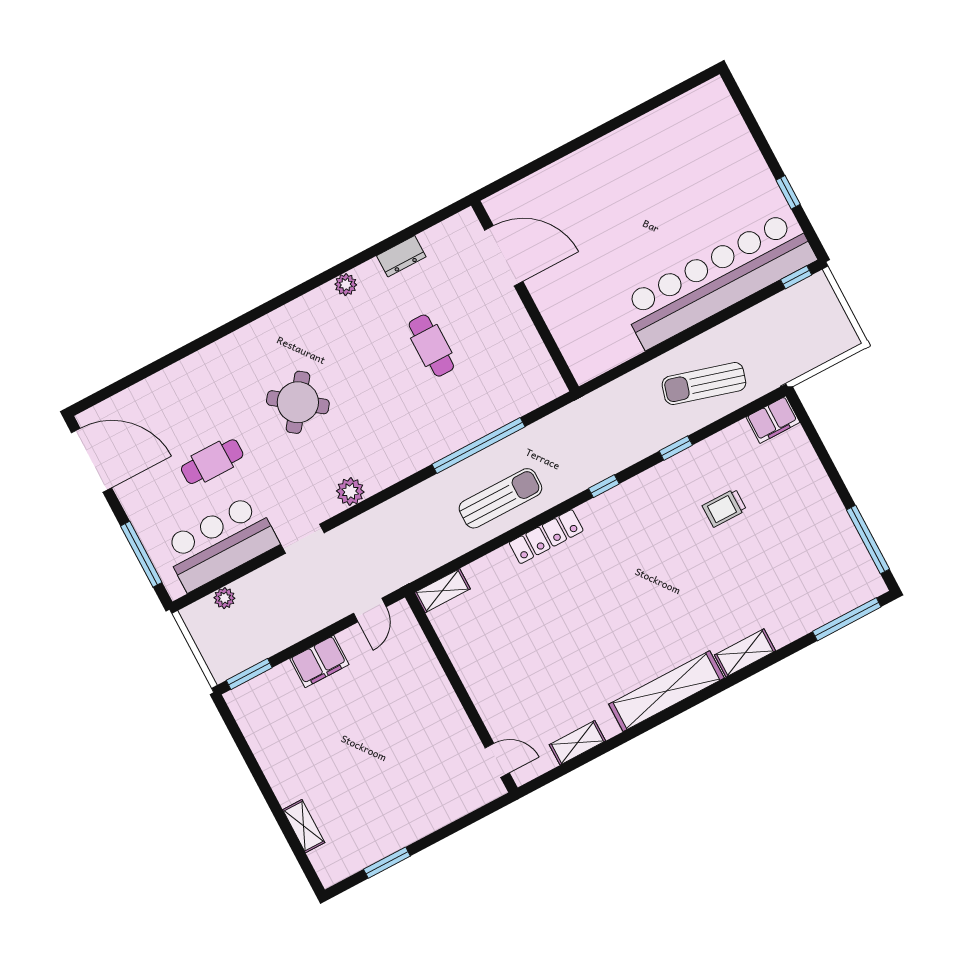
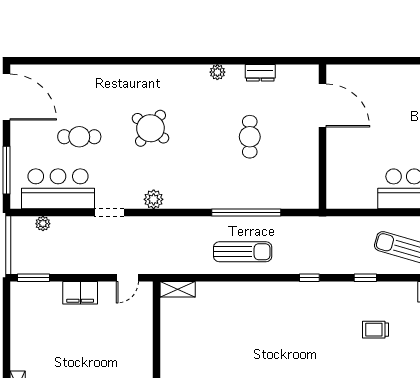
locker: (546, 537) -> (258, 290), removed

